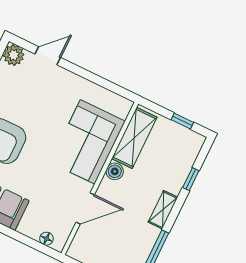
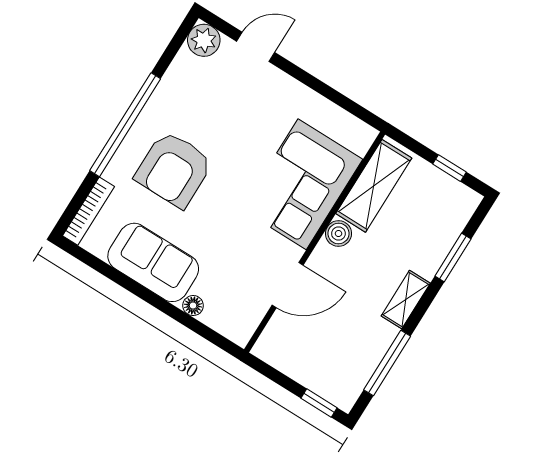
window: (191, 179) -> (453, 258), width x1.50
floor lamp: (46, 239) -> (193, 306), moved

